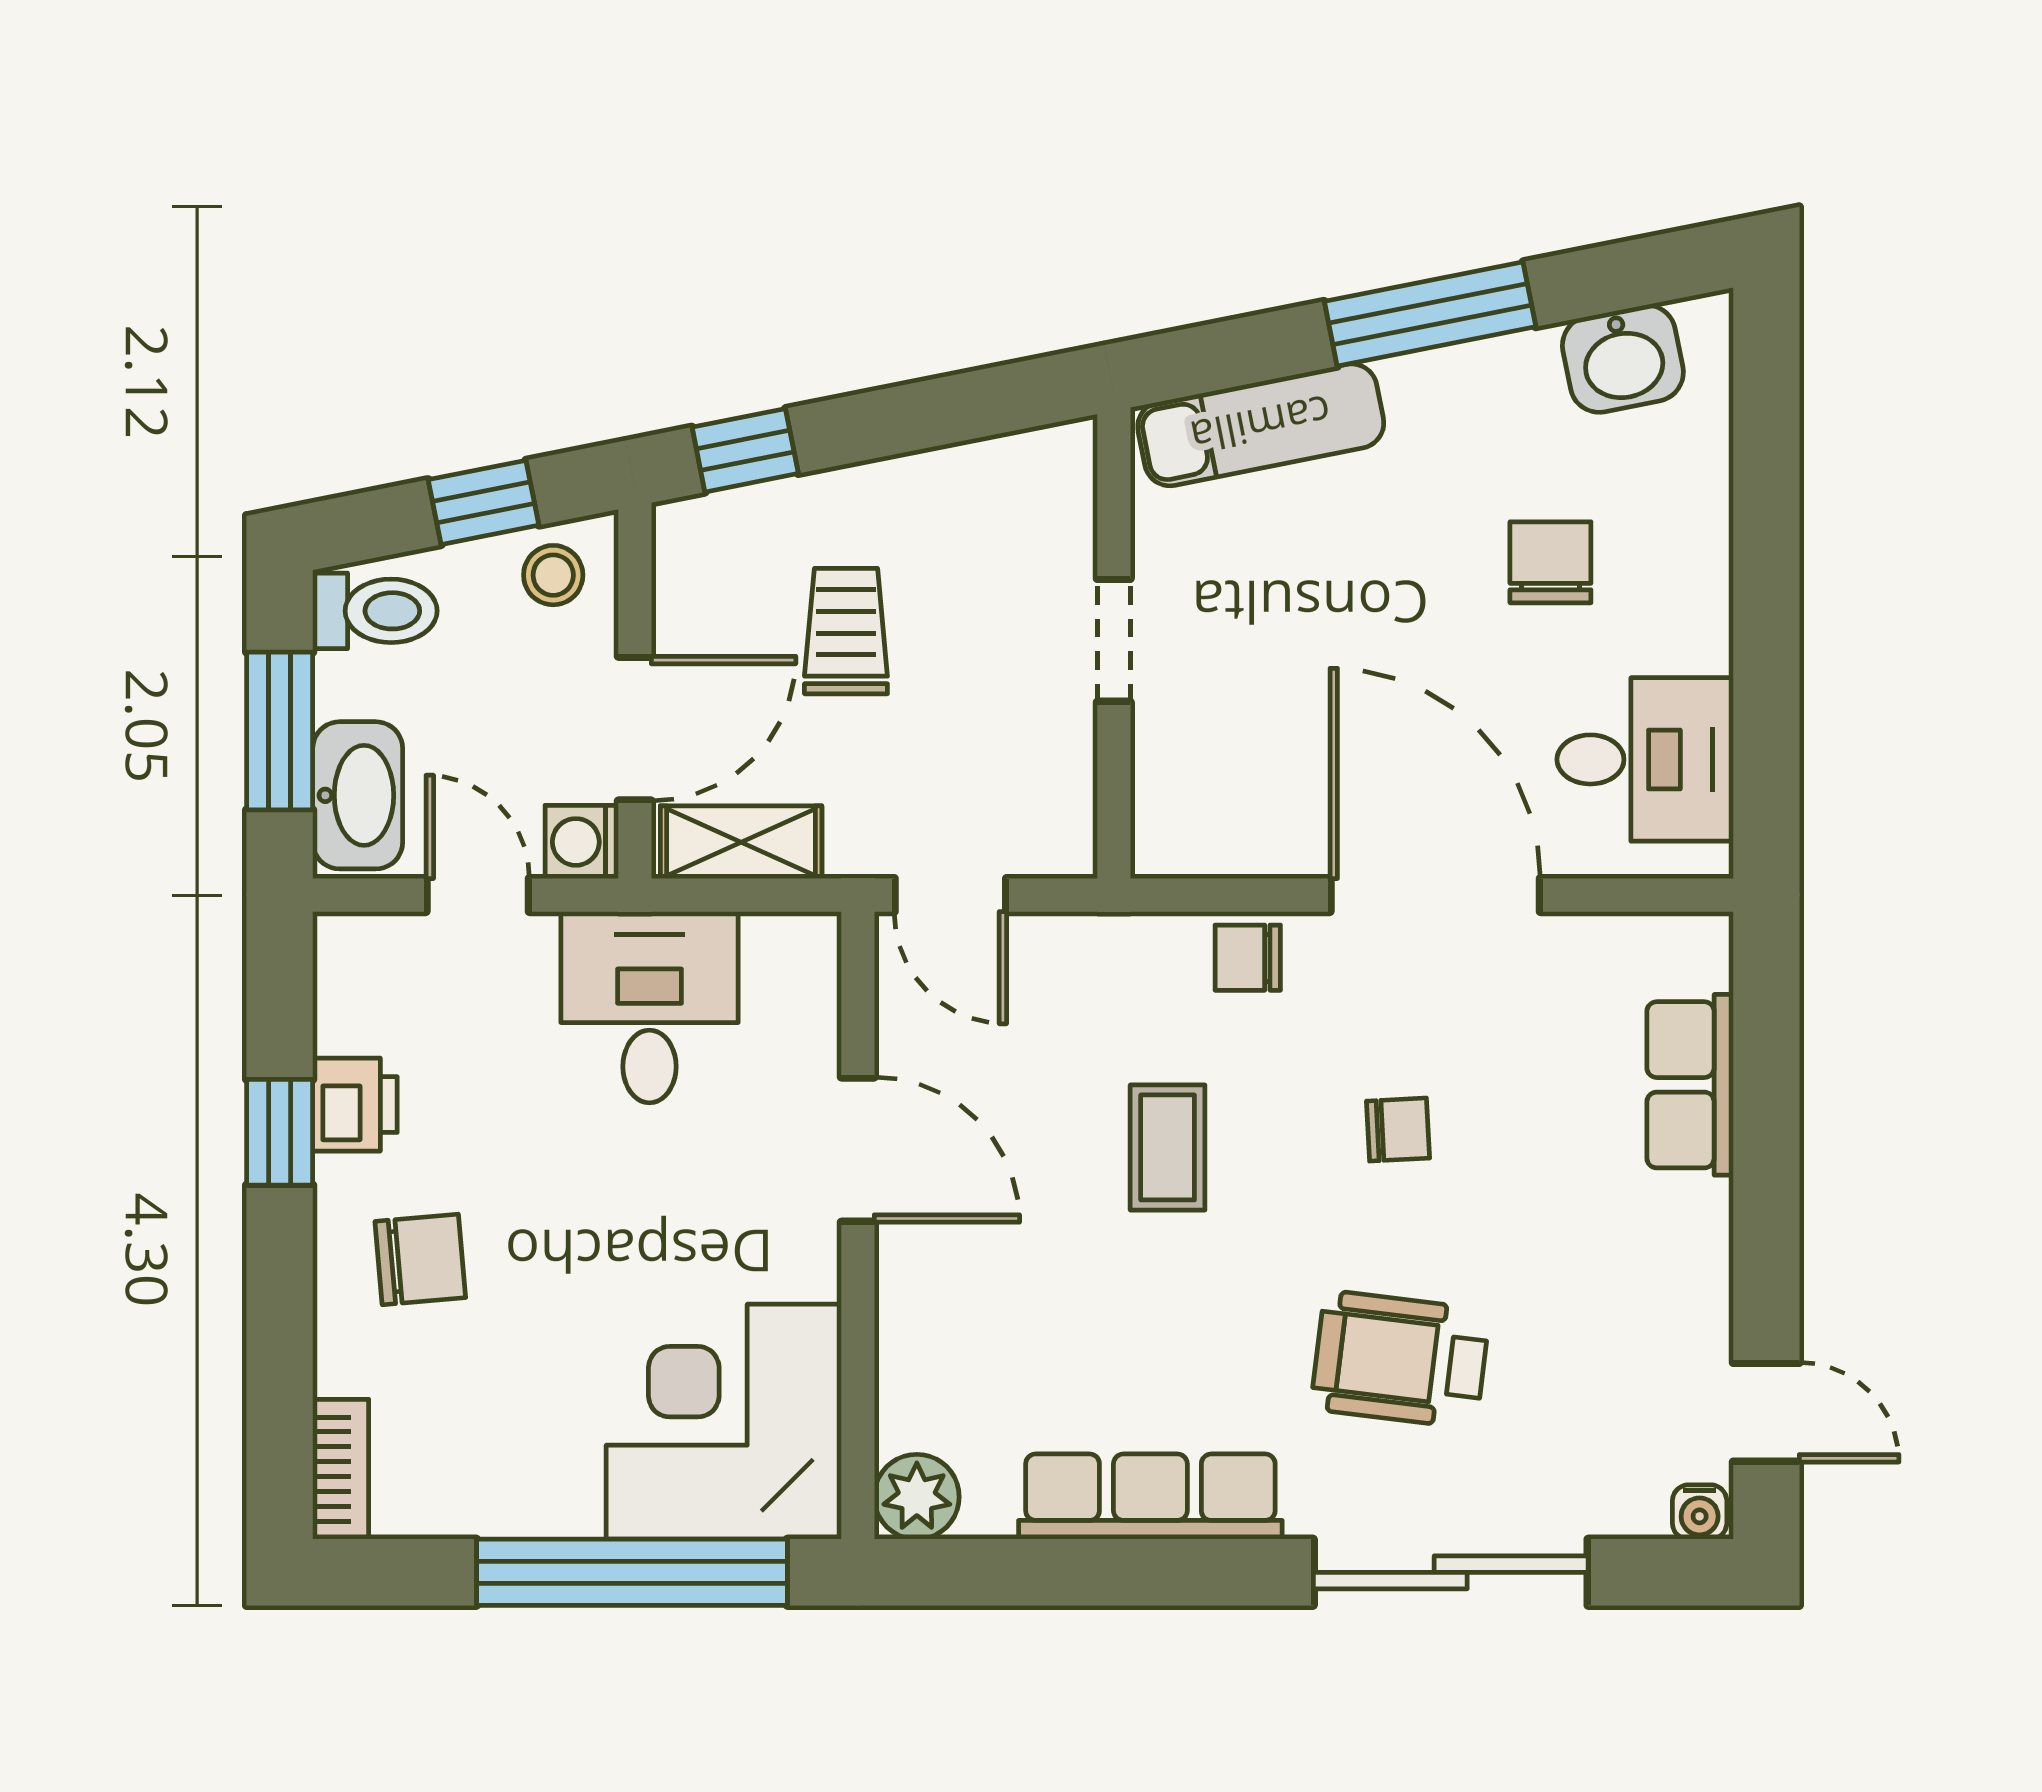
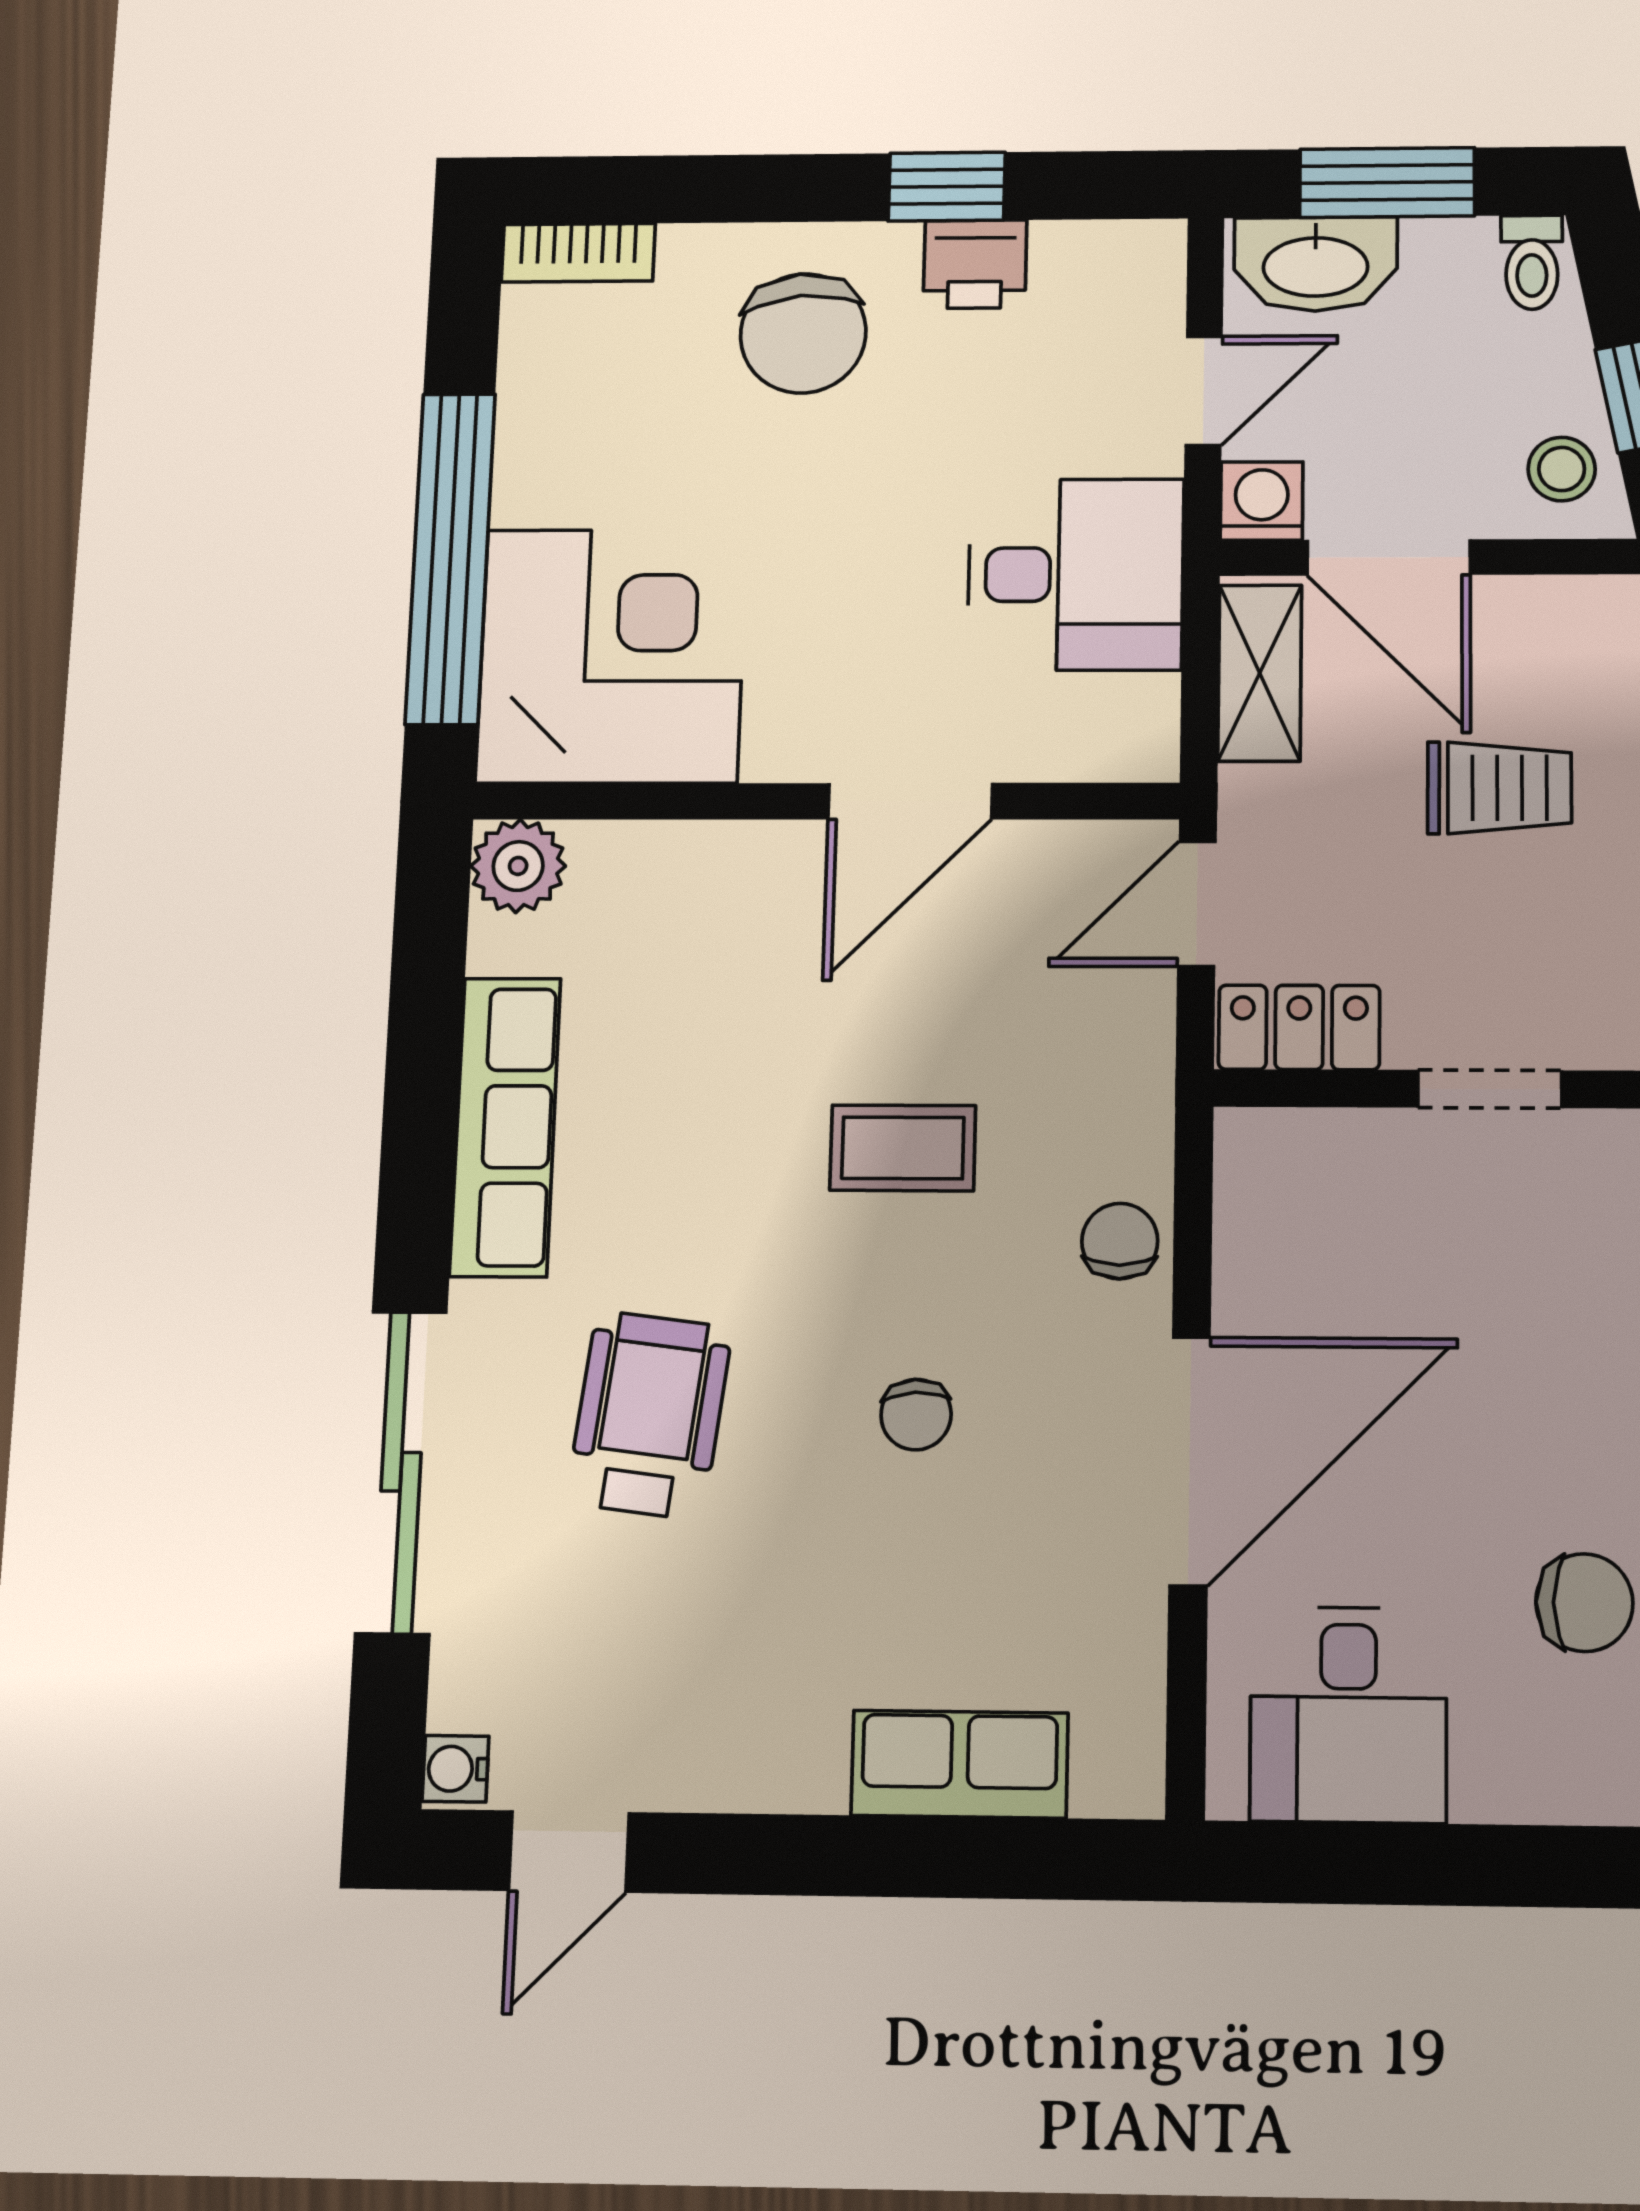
toilet: (375, 611) -> (1532, 262), width x0.73, depth x0.72
locker: (1060, 805) -> (1299, 1027), added
chair: (420, 1259) -> (803, 333), width x1.37, depth x1.37

